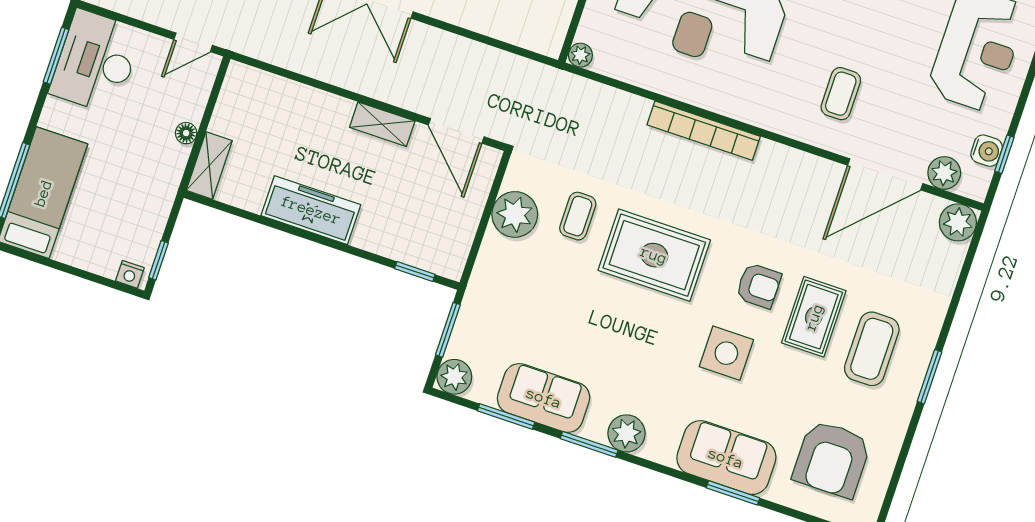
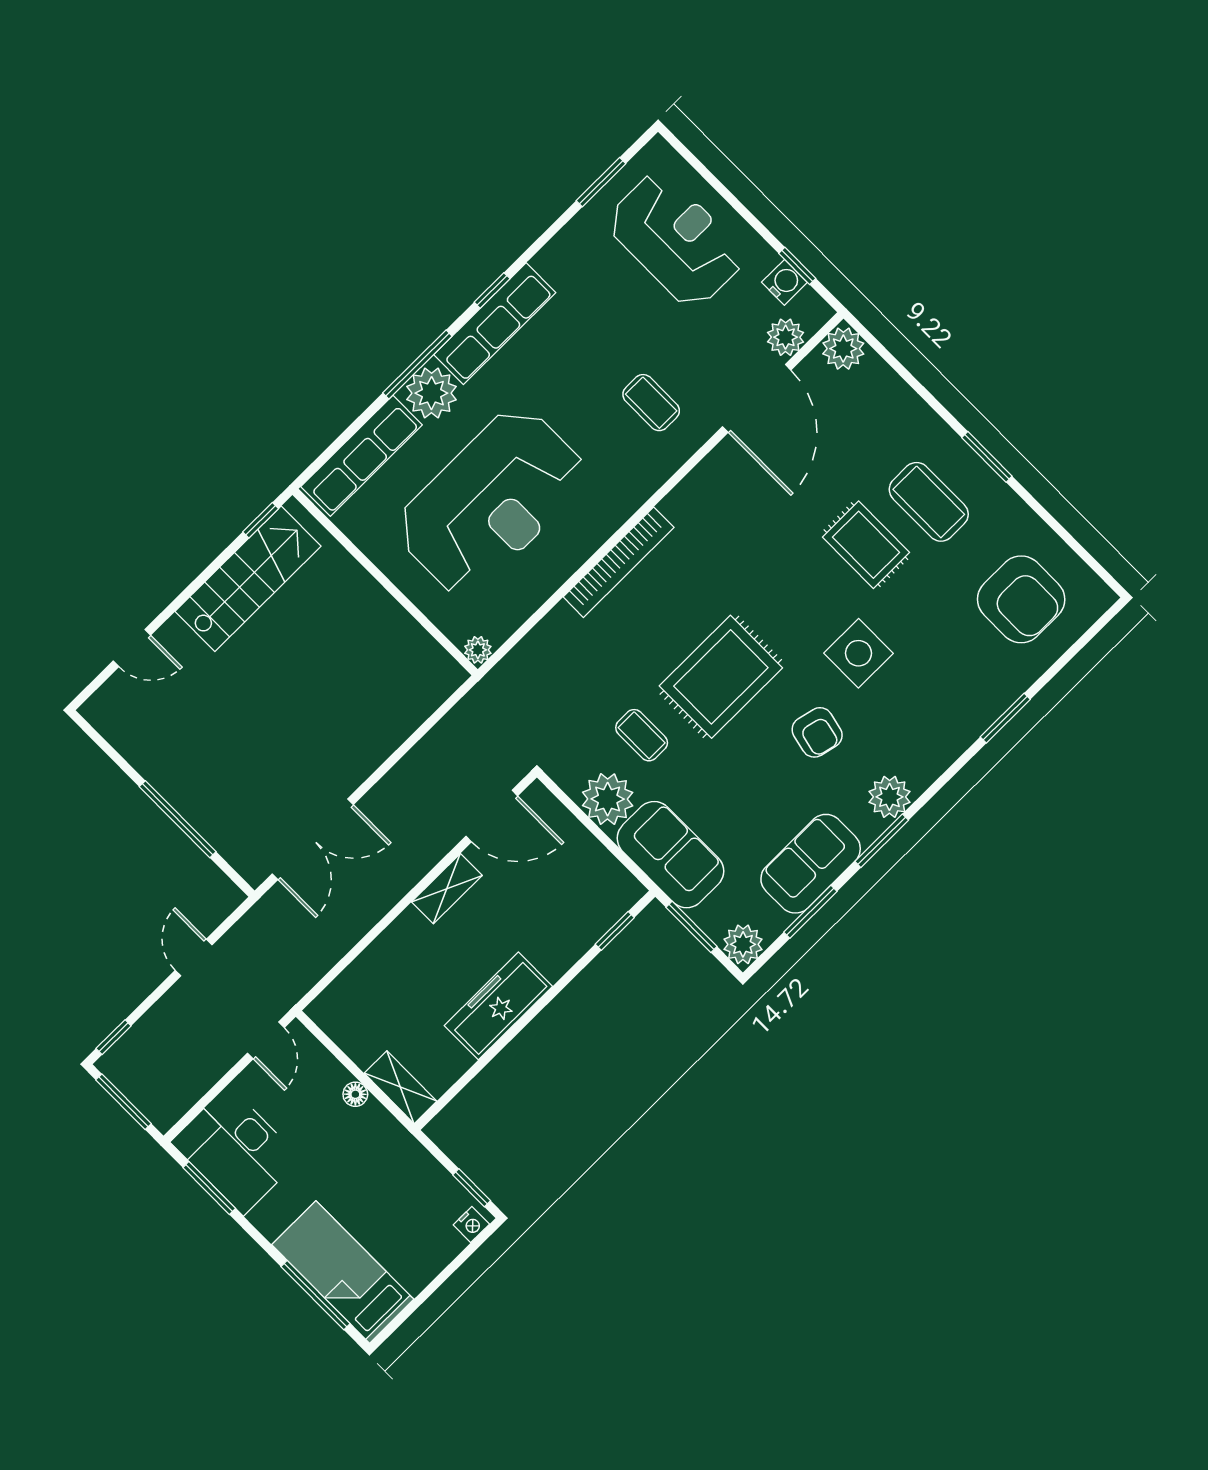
armchair: (759, 286) -> (817, 732), moved, turned 103
sofa: (726, 458) -> (670, 855), moved, turned 90

